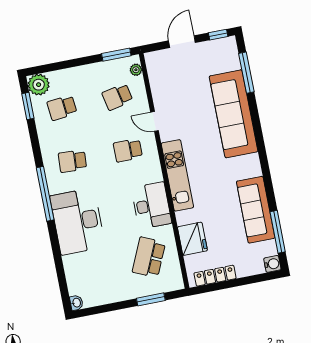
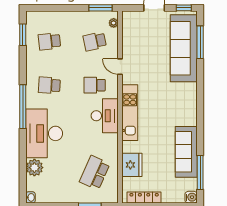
plant: (39, 85) -> (34, 168), moved
sofa: (234, 114) -> (184, 48), moved
desk: (151, 205) -> (105, 116), moved

